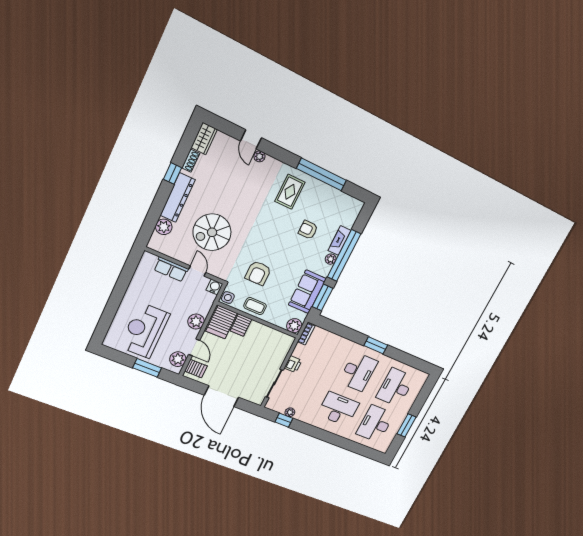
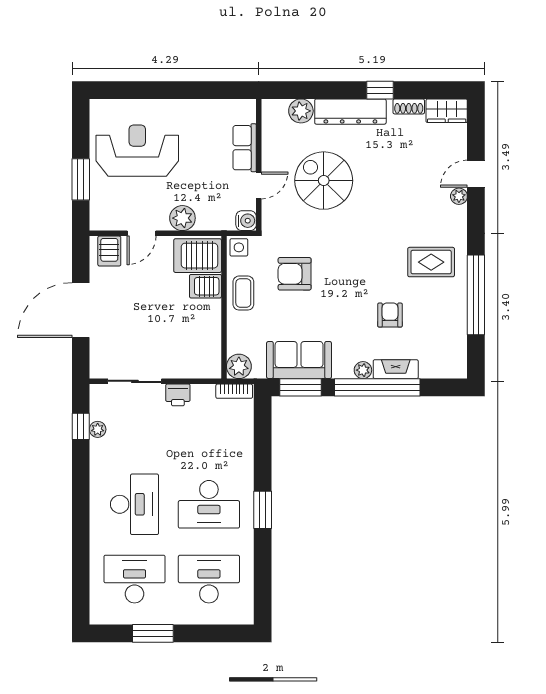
plant: (178, 359) -> (113, 218), removed

